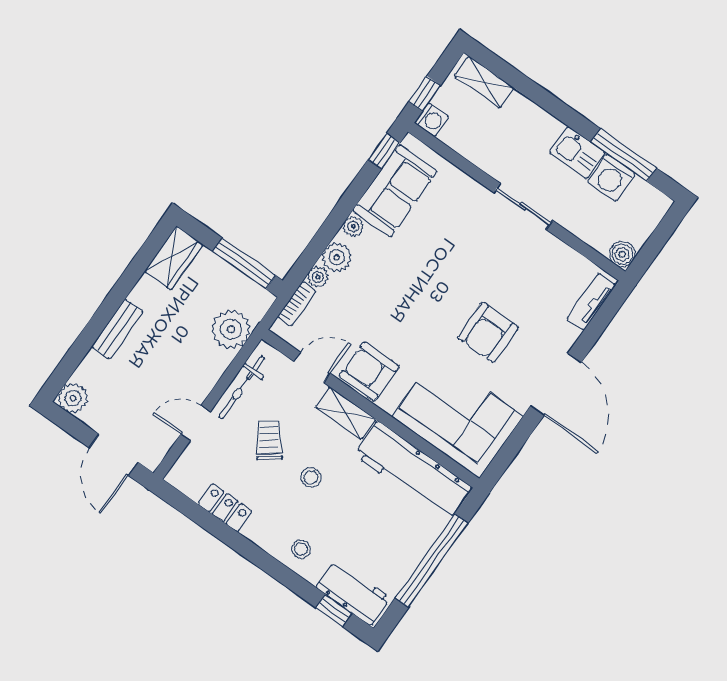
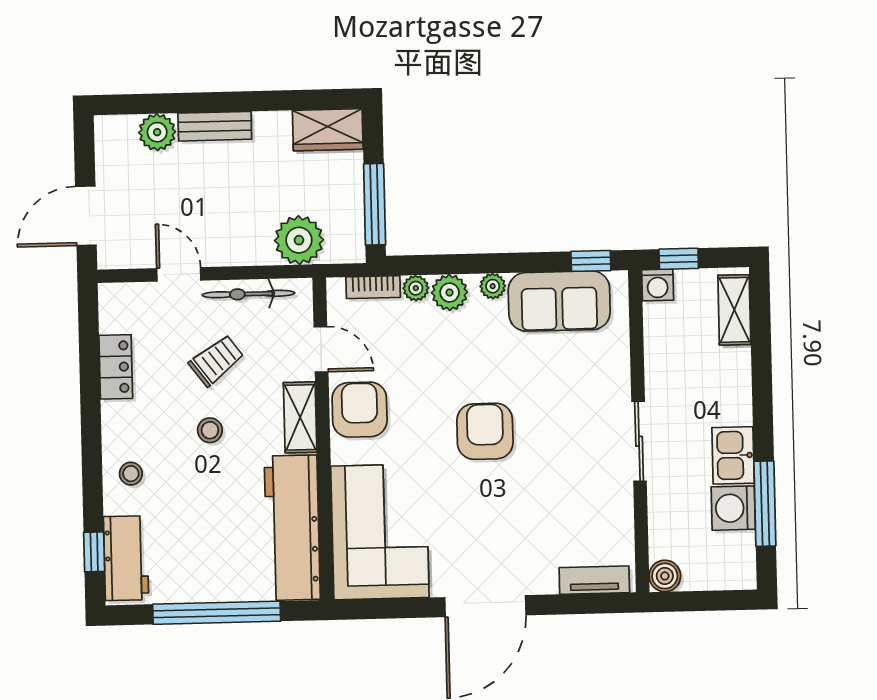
armchair: (488, 332) -> (485, 431), moved, turned 90
plant: (73, 398) -> (157, 132), moved

